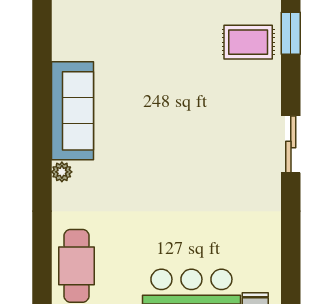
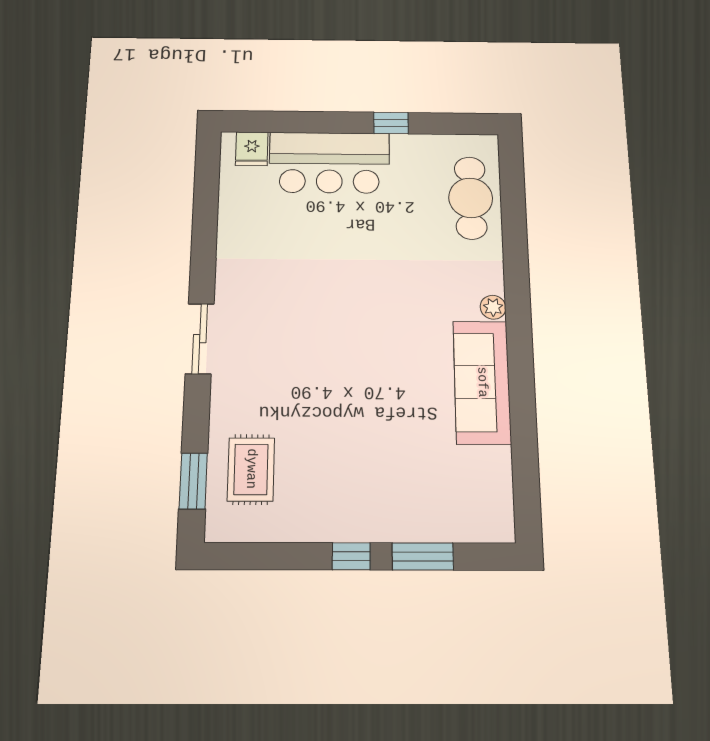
rug: (248, 42) -> (251, 469), turned 90

